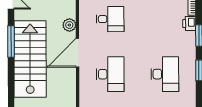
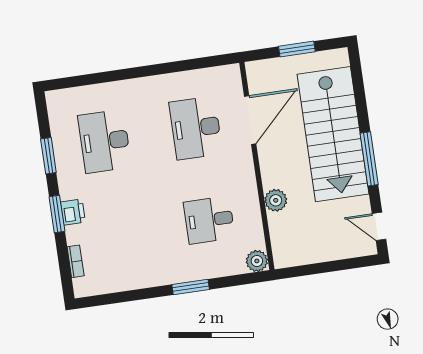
printer: (189, 24) -> (73, 212), moved
door: (78, 53) -> (250, 120), moved

